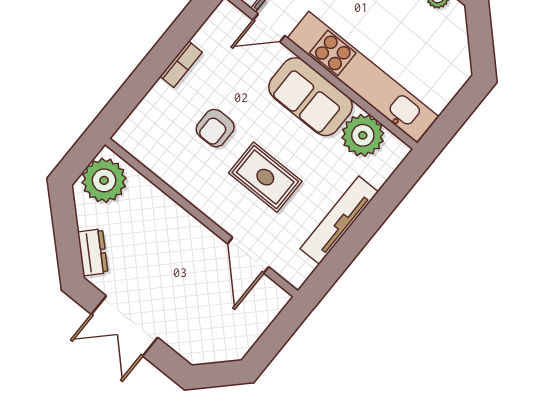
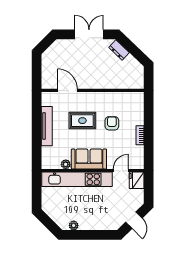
plant: (363, 135) -> (66, 164), width x0.53, depth x0.53
plant: (104, 180) -> (134, 77), removed

